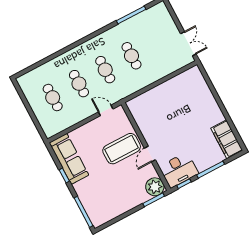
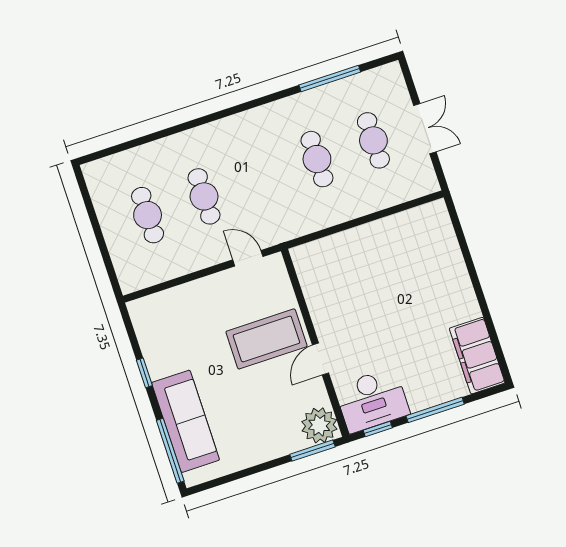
double door: (188, 44) -> (425, 129), moved
cafe table: (105, 70) -> (373, 140), moved
sofa: (69, 159) -> (186, 421), moved

